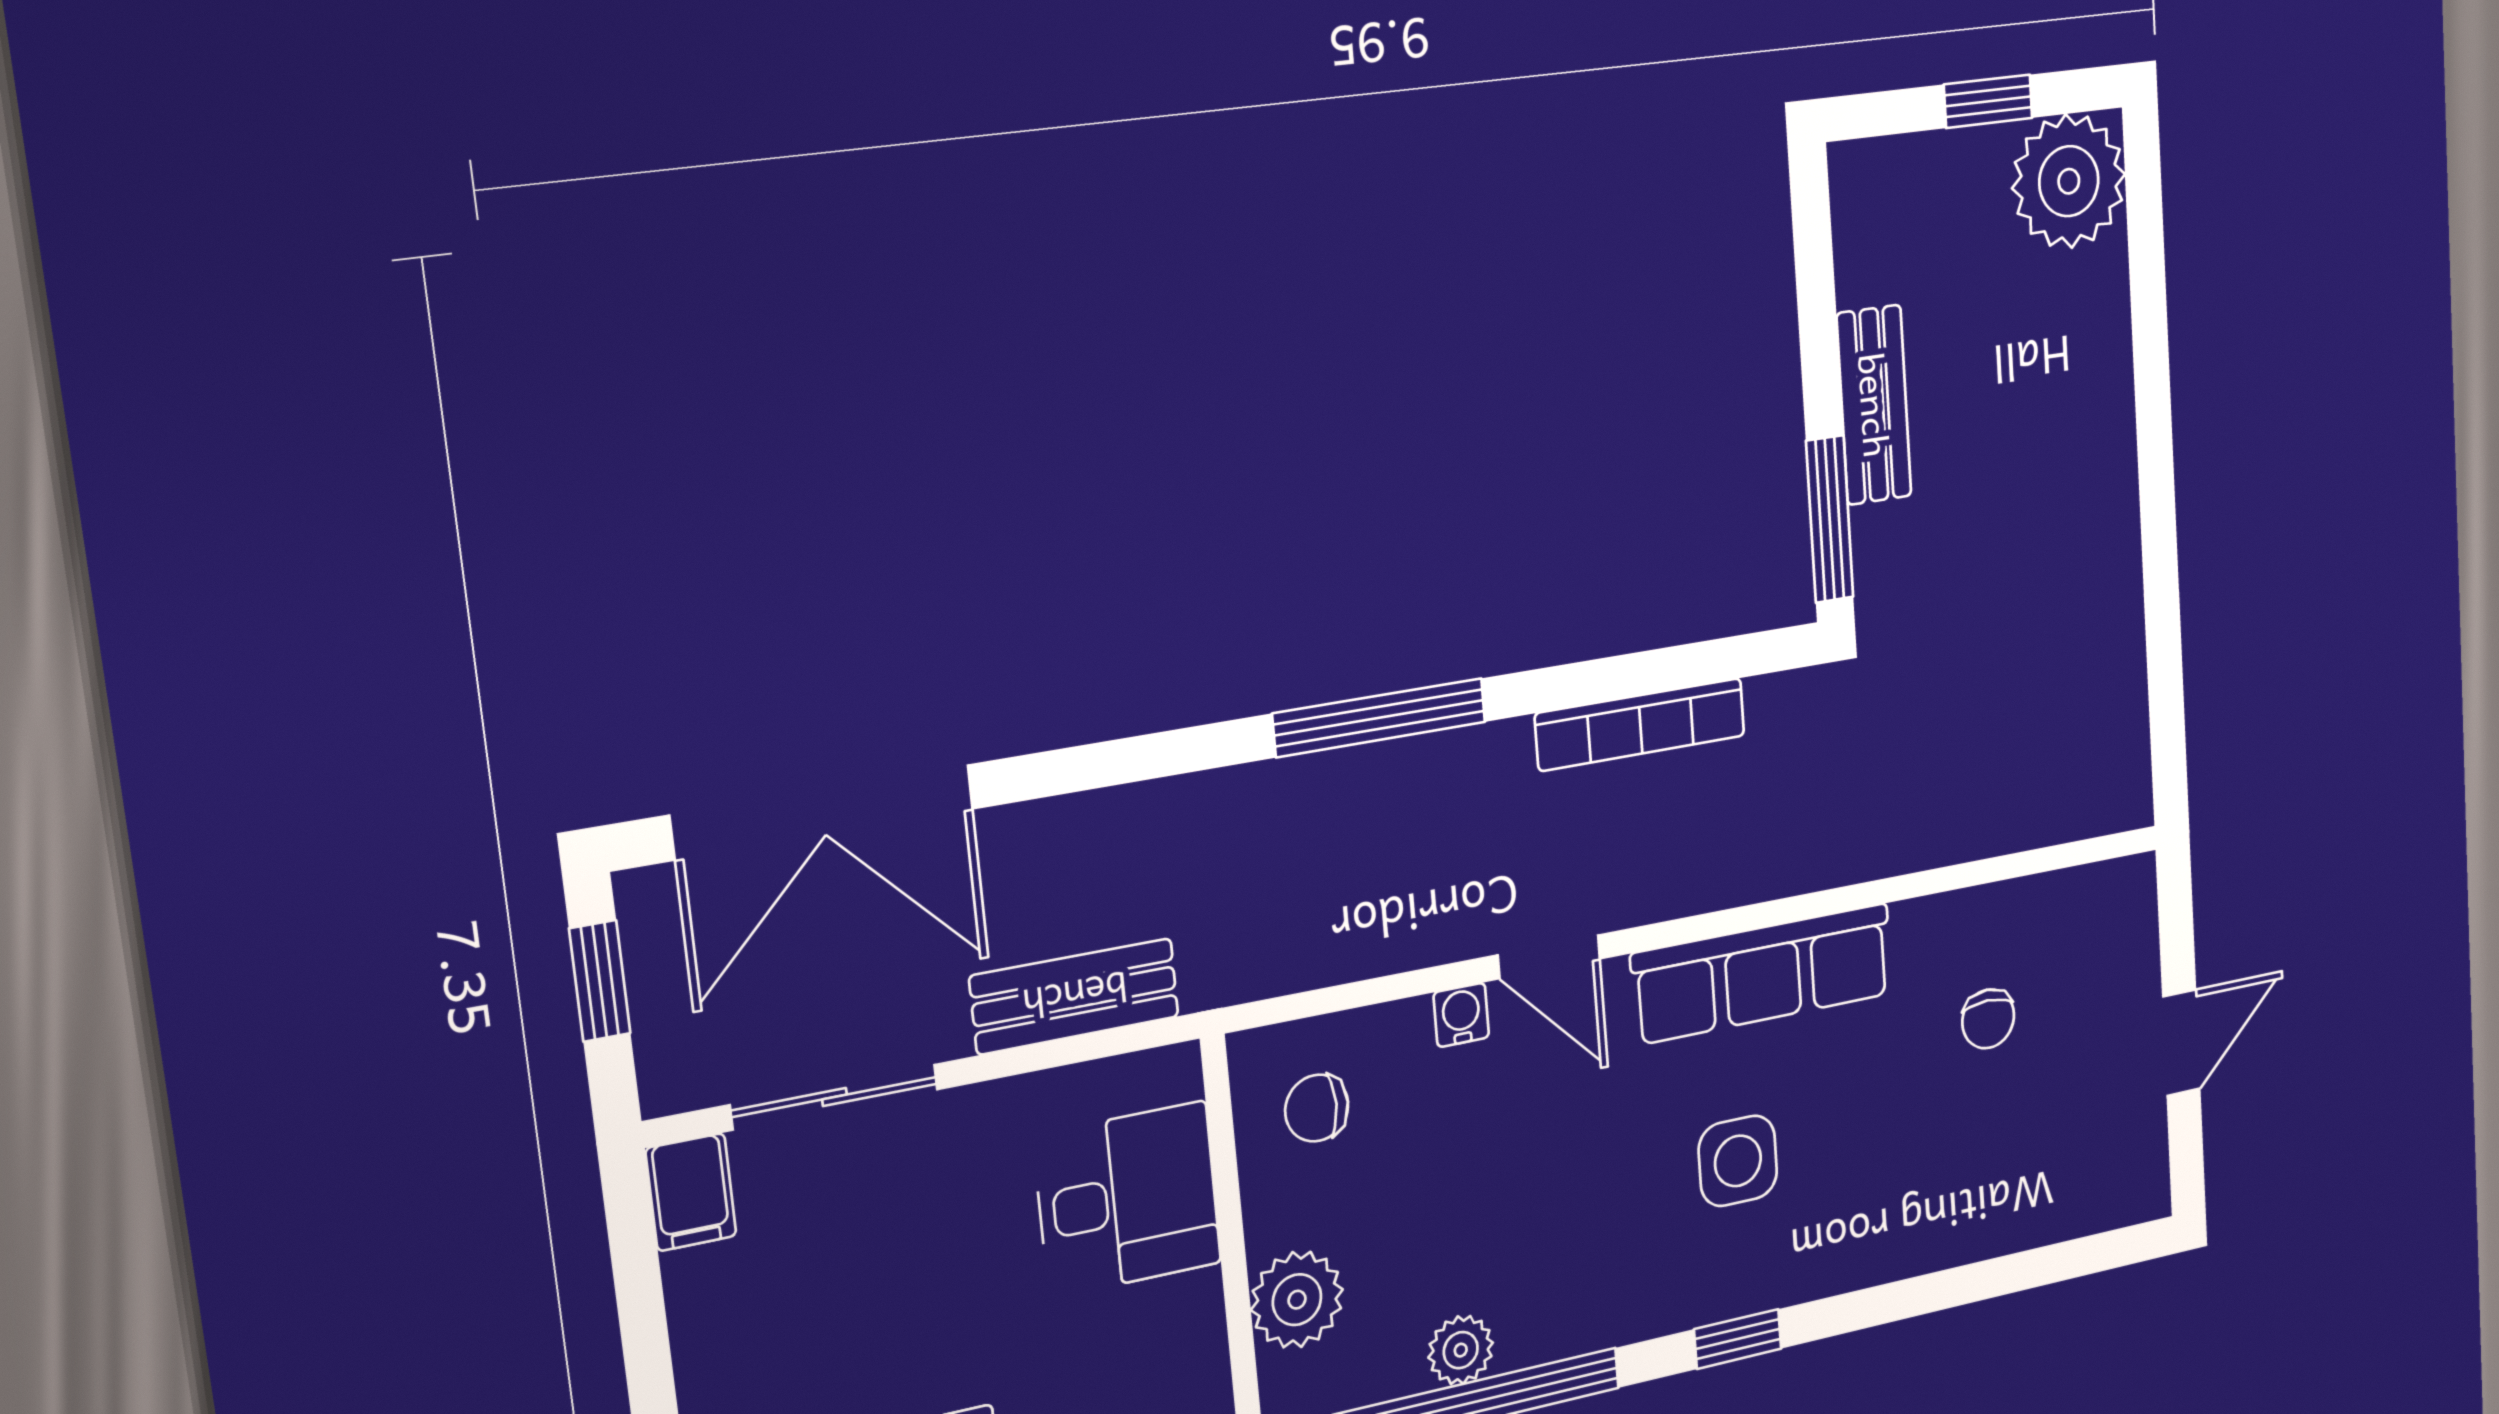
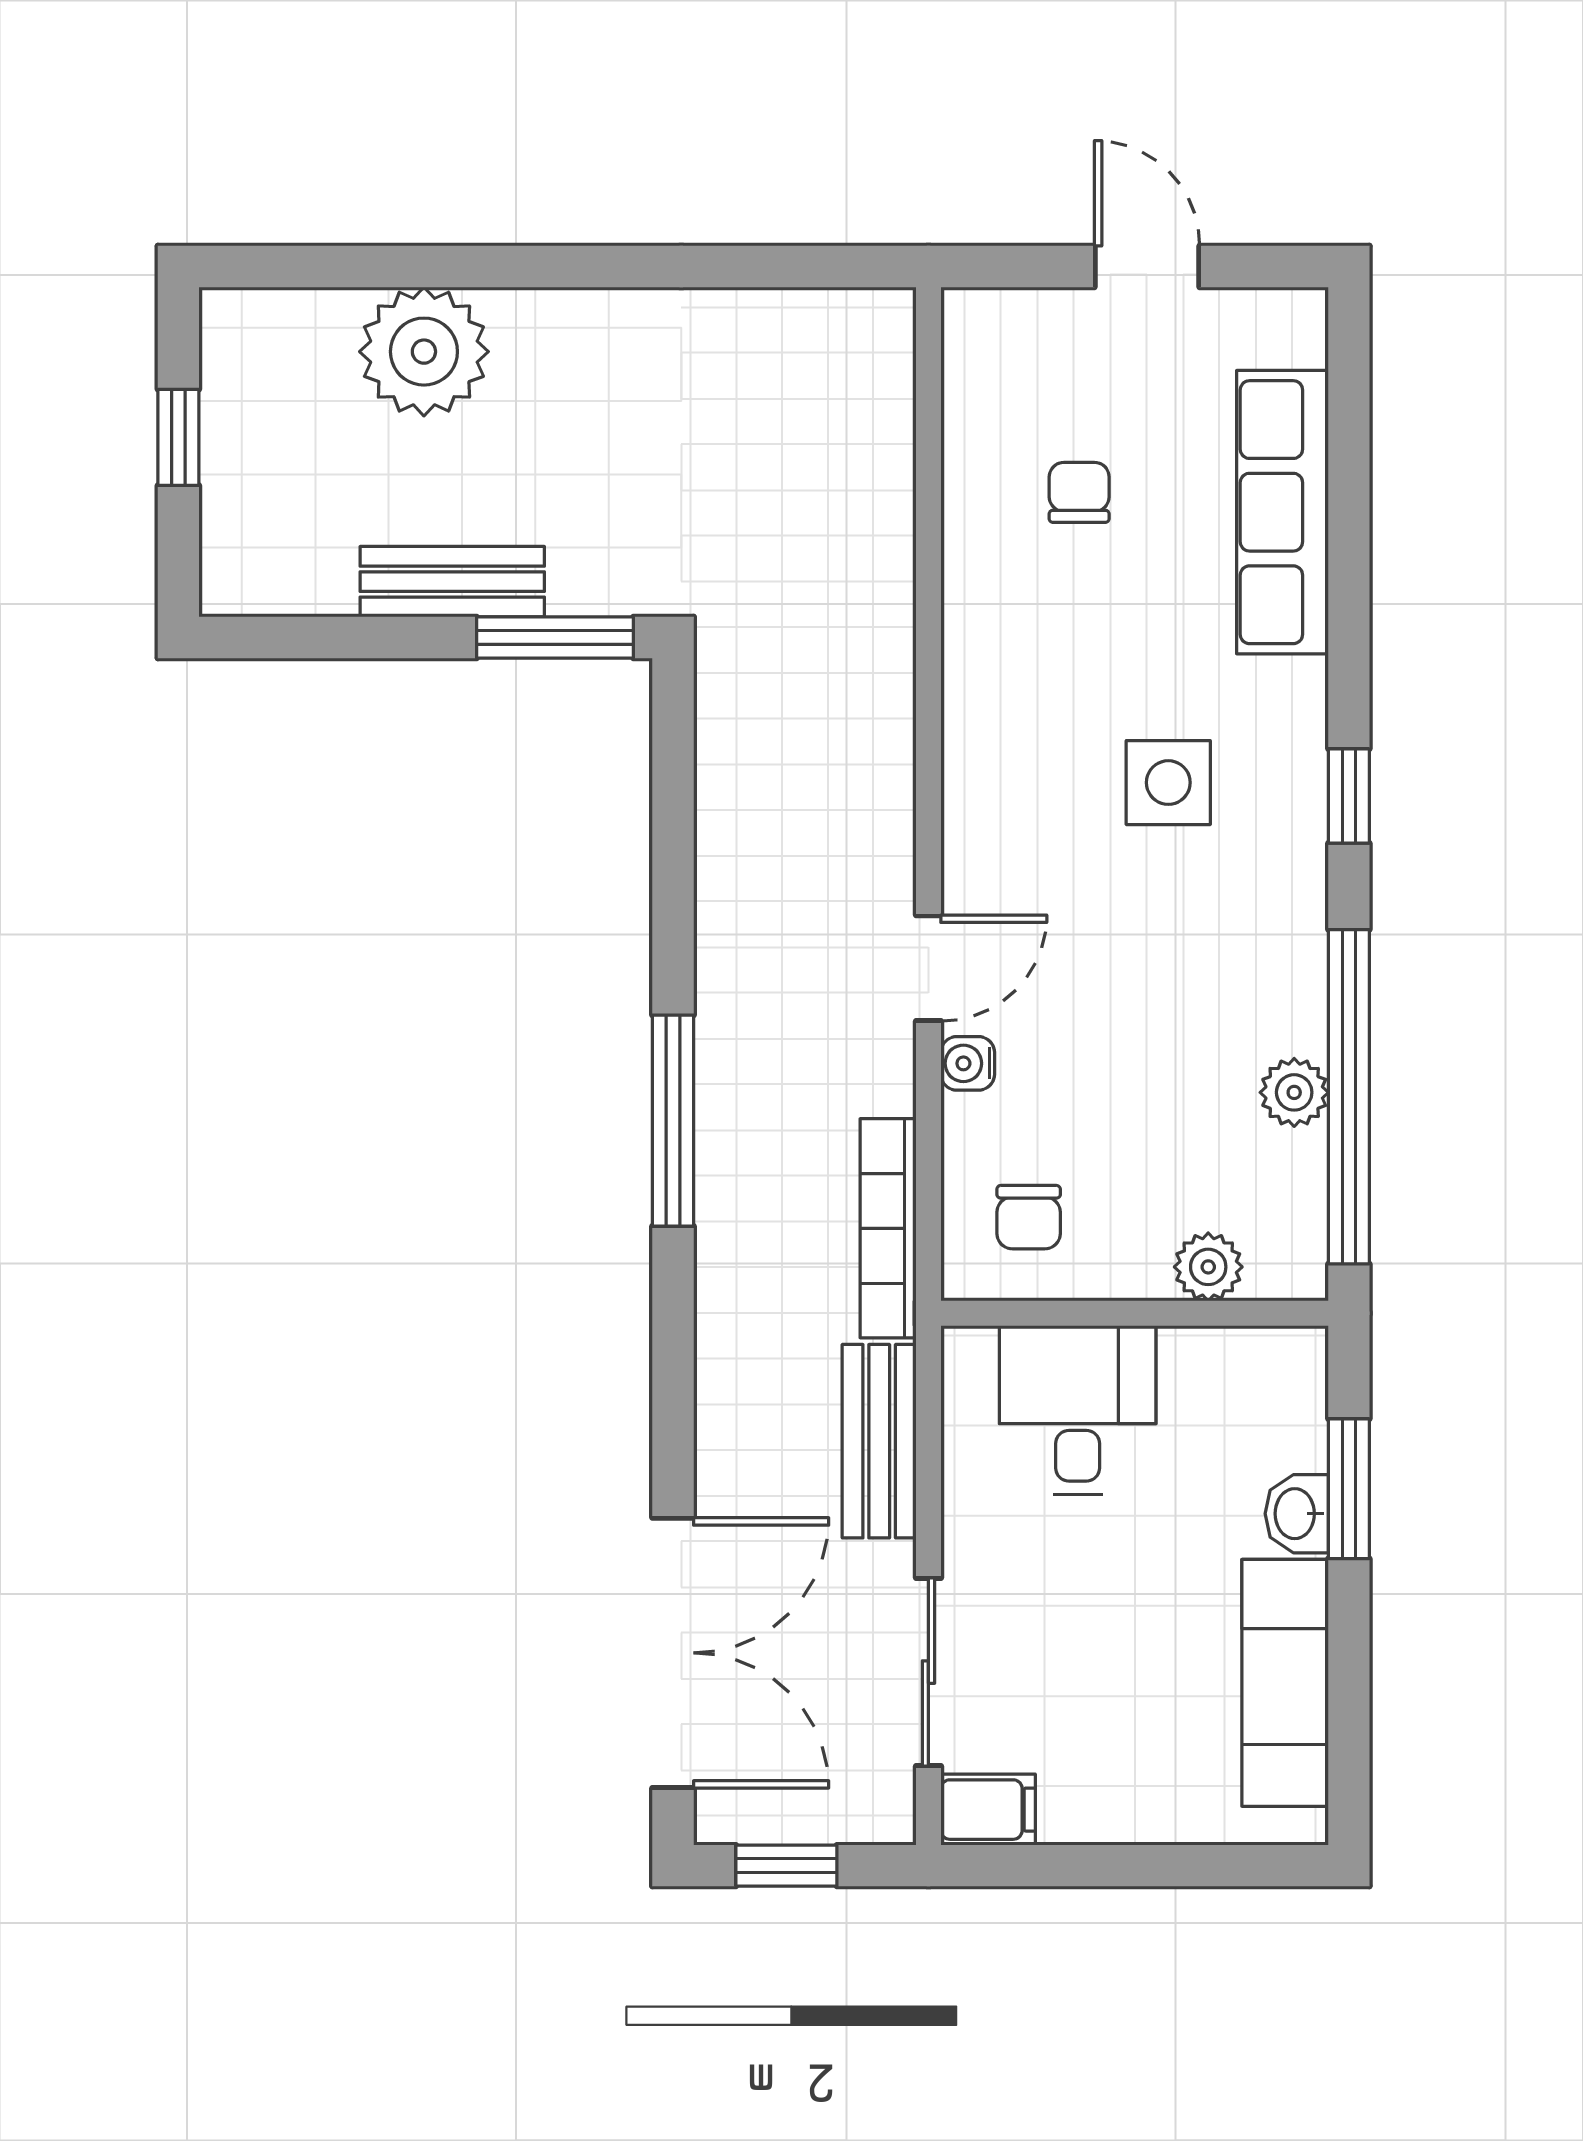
plant: (2069, 181) -> (424, 352), moved
bookcase: (1640, 724) -> (888, 1228), moved, turned 180
row of seats: (1763, 974) -> (1282, 512), moved, turned 180
chair: (1988, 1019) -> (1079, 492), turned -90
plant: (1297, 1300) -> (1208, 1267), width x0.73, depth x0.73

